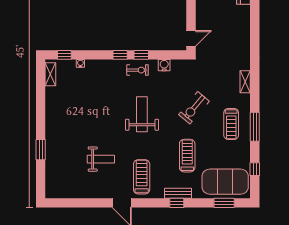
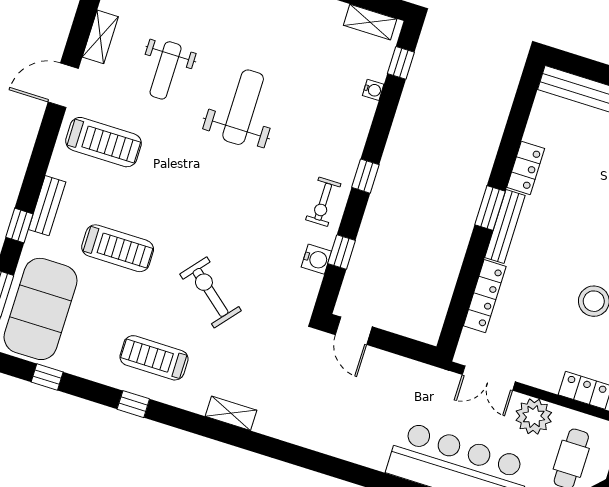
window: (141, 55) -> (342, 252), moved
weight bench: (142, 114) -> (243, 107), moved, turned -90
window: (255, 127) -> (133, 404), width x0.46
shelving: (95, 193) -> (100, 37), added
window: (177, 203) -> (19, 226), moved

